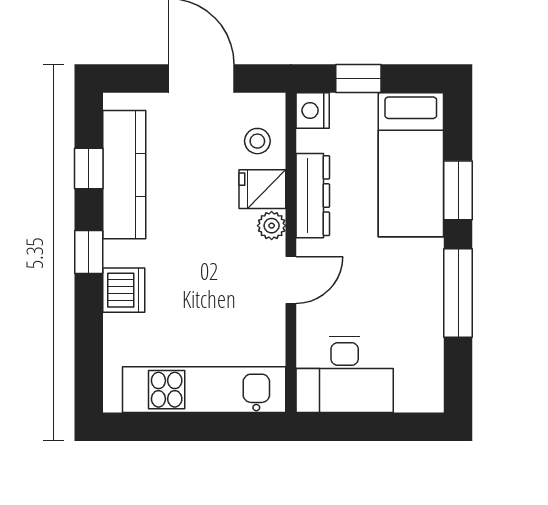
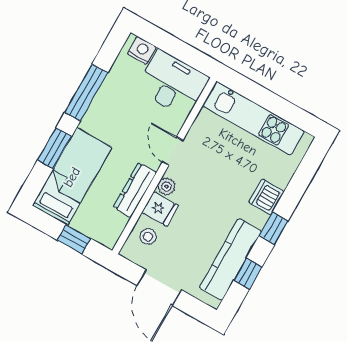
nightstand: (313, 110) -> (142, 50), moved, turned -90
door: (291, 280) -> (173, 151), hinge flipped

